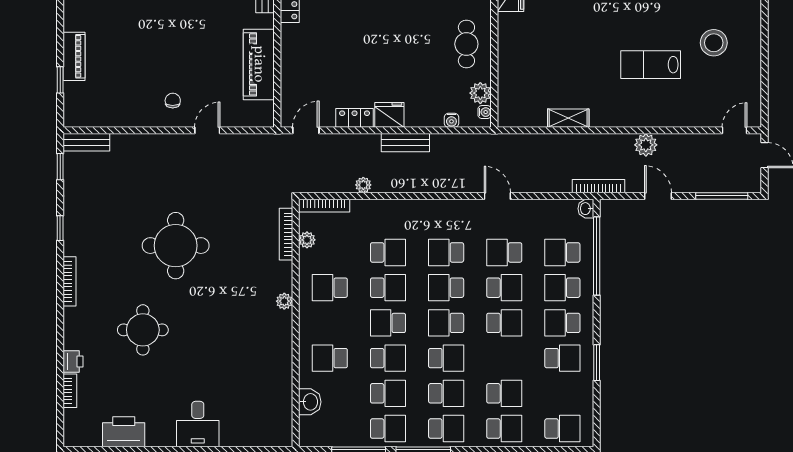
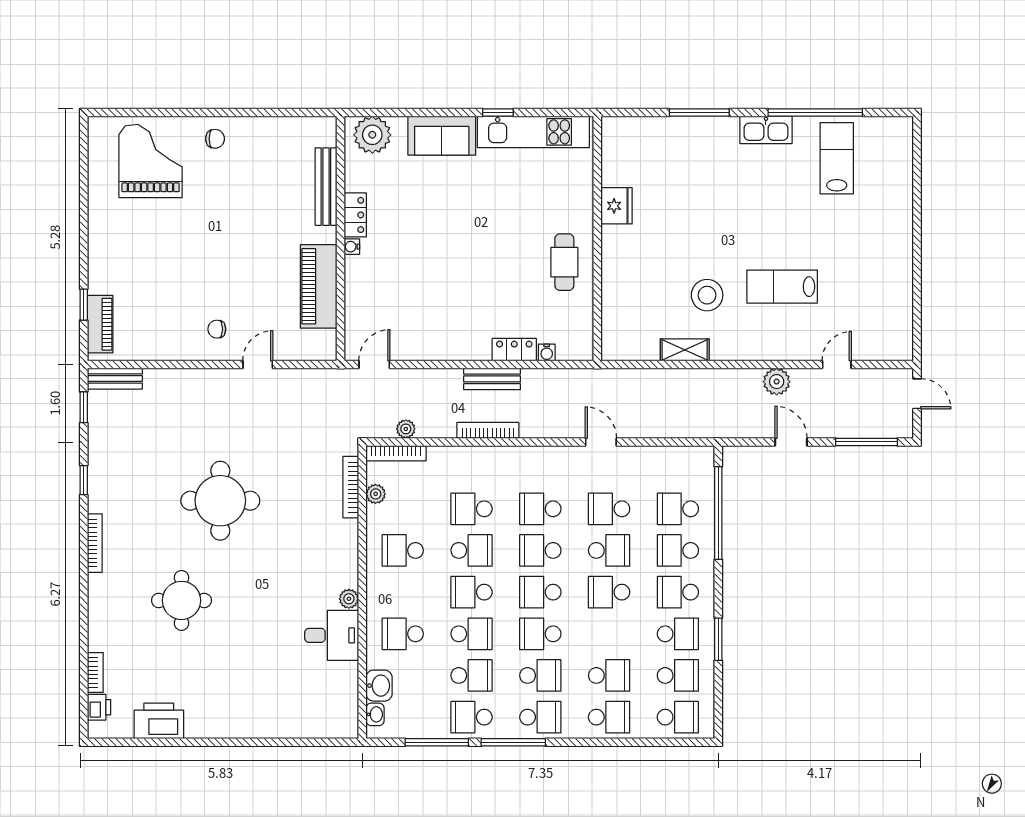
stool: (714, 43) -> (707, 295), moved
piano: (74, 56) -> (100, 324), moved
plant: (480, 93) -> (581, 320), removed
chair: (173, 101) -> (217, 329), turned -90
water cooler: (485, 112) -> (352, 247), moved, turned 180
fridge: (389, 115) -> (473, 346), removed
locker: (355, 118) -> (514, 350), moved
door: (734, 130) -> (837, 364), moved
plant: (363, 185) -> (406, 429), moved
bookcase: (598, 186) -> (488, 430), moved
washbasin: (586, 209) -> (375, 714), moved, turned 180
school desk: (388, 252) -> (472, 509), turned 180
plant: (284, 301) -> (349, 599), moved
school desk: (504, 323) -> (609, 592), turned 180
school desk: (446, 358) -> (540, 634), turned 180
printer: (73, 361) -> (99, 707), moved
school desk: (562, 393) -> (678, 675), added
desk: (198, 424) -> (332, 635), moved, turned -90
school desk: (388, 429) -> (472, 717), turned 180

